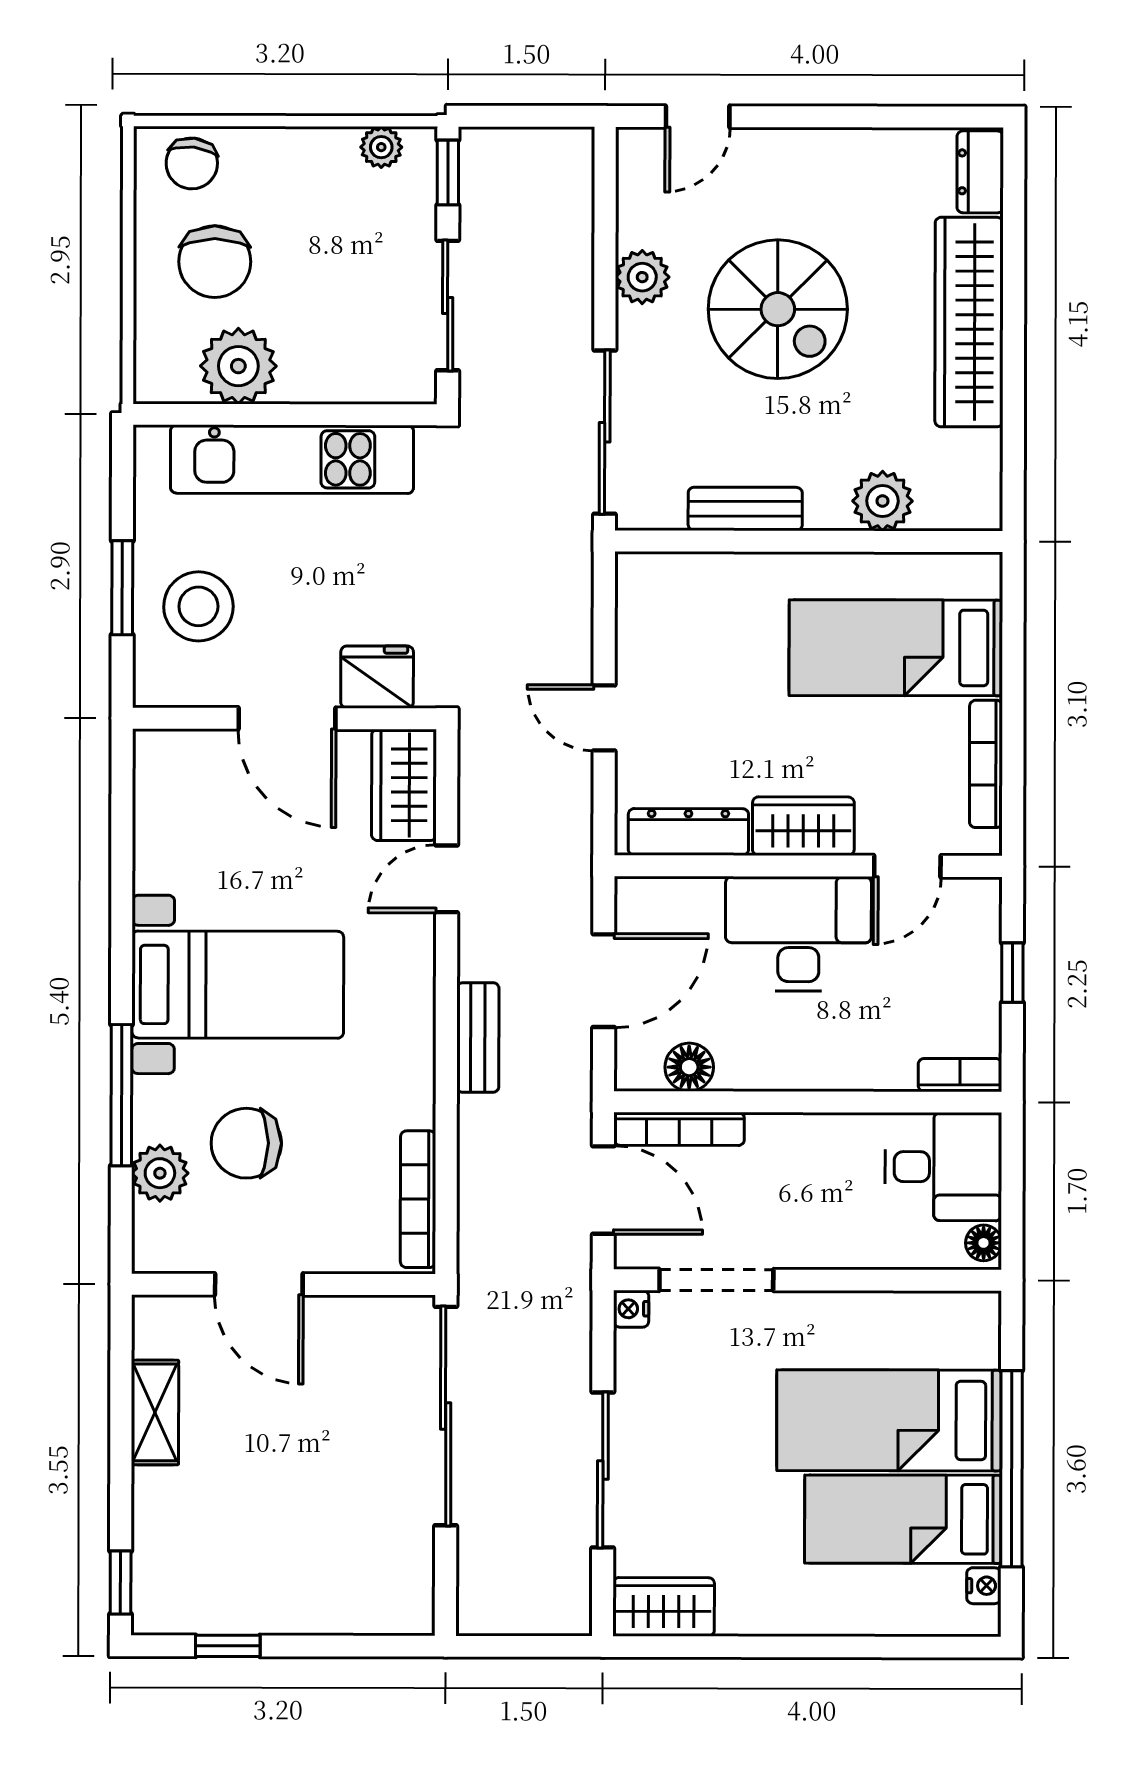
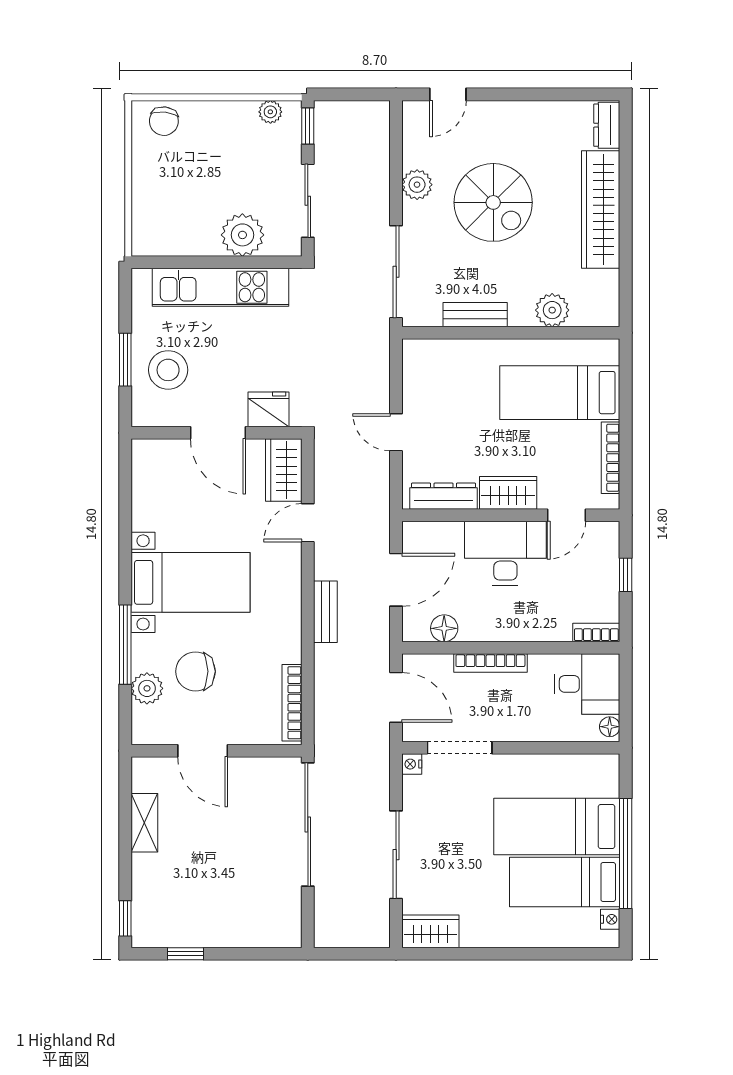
chair: (215, 262) -> (177, 176), removed
plant: (238, 366) -> (242, 235), moved
bookcase: (679, 1129) -> (490, 663), moved

